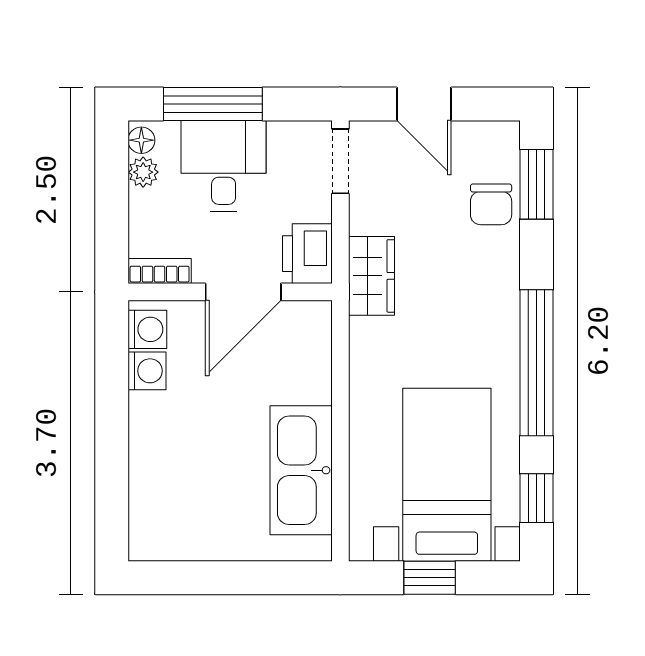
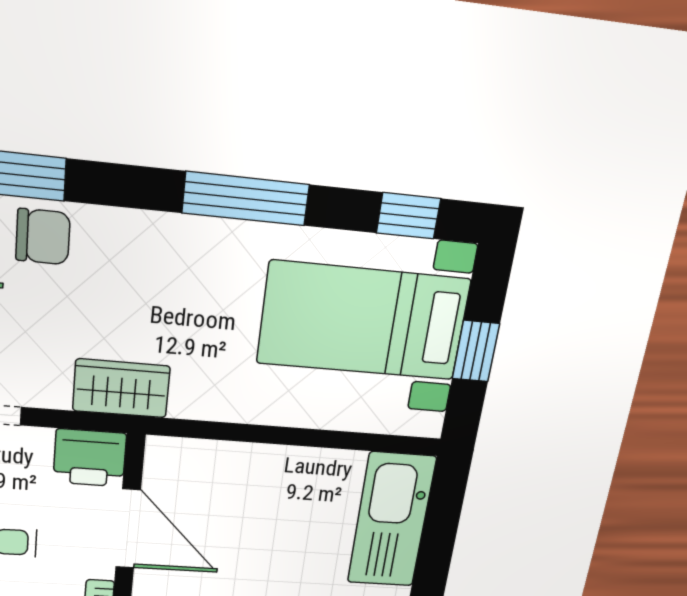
window: (536, 363) -> (246, 199), width x0.68
kitchen sink: (301, 470) -> (391, 520), moved, turned 90

